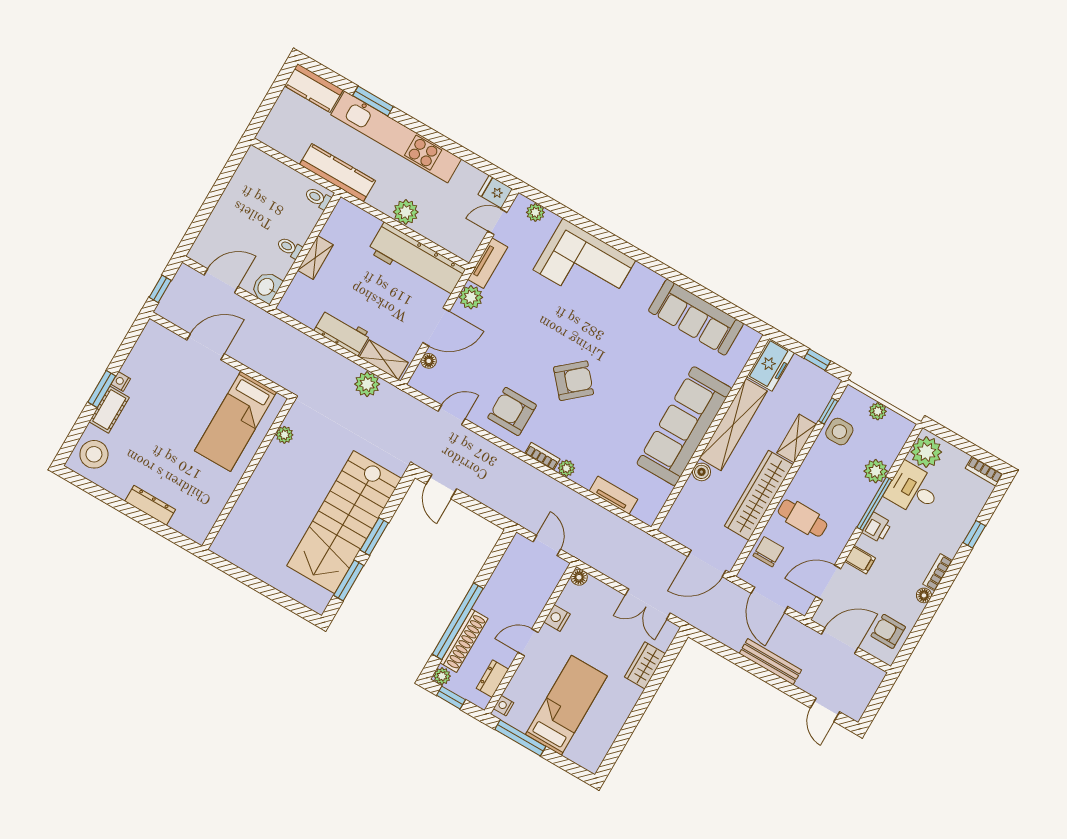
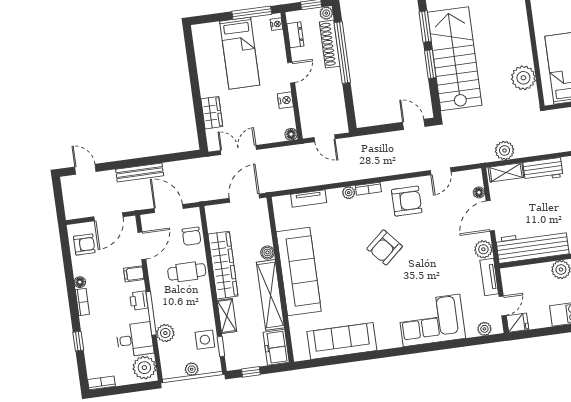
plant: (284, 435) -> (523, 78), width x1.88, depth x1.88
door: (707, 563) -> (244, 198), moved

